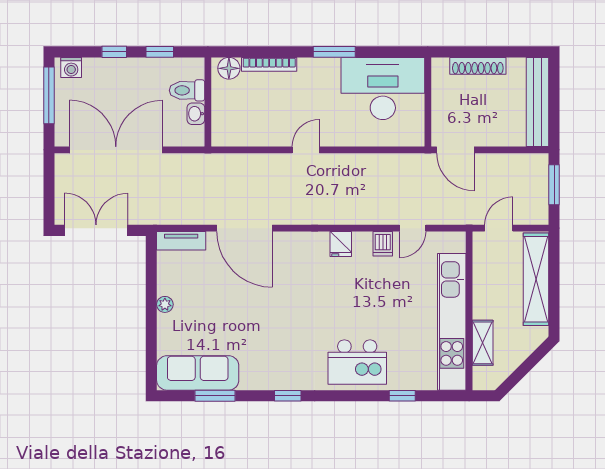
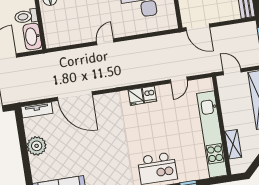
washbasin: (196, 114) -> (32, 36), width x1.91, depth x1.45
door: (499, 228) -> (232, 72), hinge flipped
dishwasher: (383, 244) -> (149, 94), moved
plant: (165, 304) -> (37, 146), width x1.87, depth x1.87

